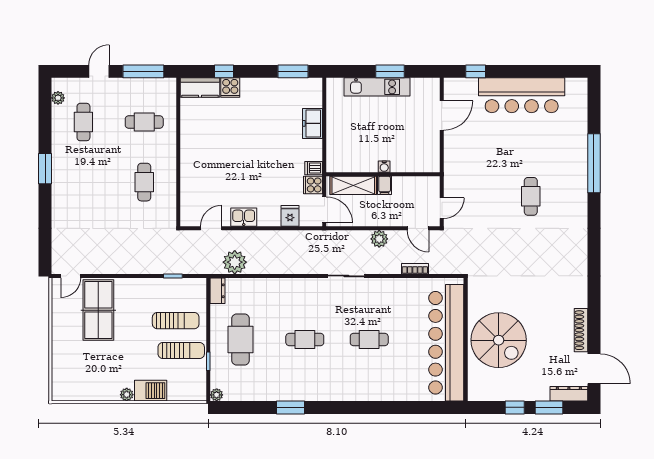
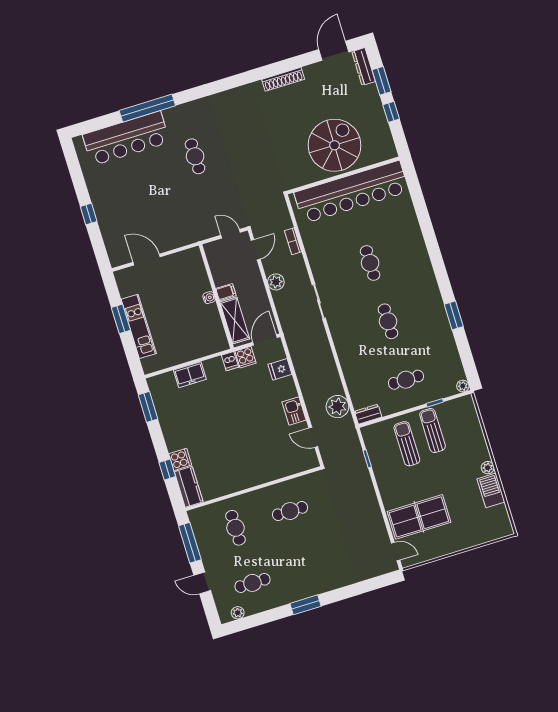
window: (476, 71) -> (89, 214), moved
bar counter: (522, 95) -> (126, 138), moved, turned 90
cafe table: (531, 196) -> (195, 156), turned 90
shoe rack: (581, 330) -> (283, 79), moved
cafe table: (241, 339) -> (406, 380), width x0.73, depth x0.74
barbecue: (151, 391) -> (491, 490), moved

